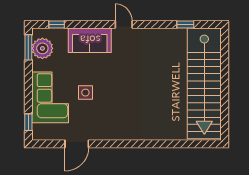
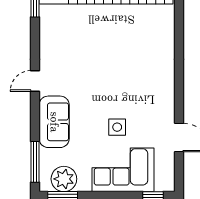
window: (57, 25) -> (35, 162), width x2.17

